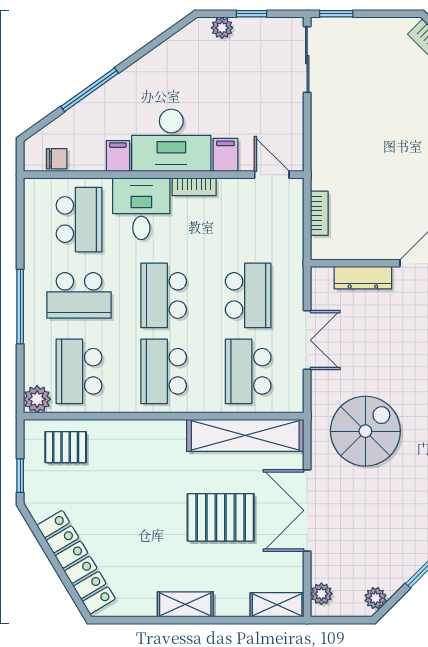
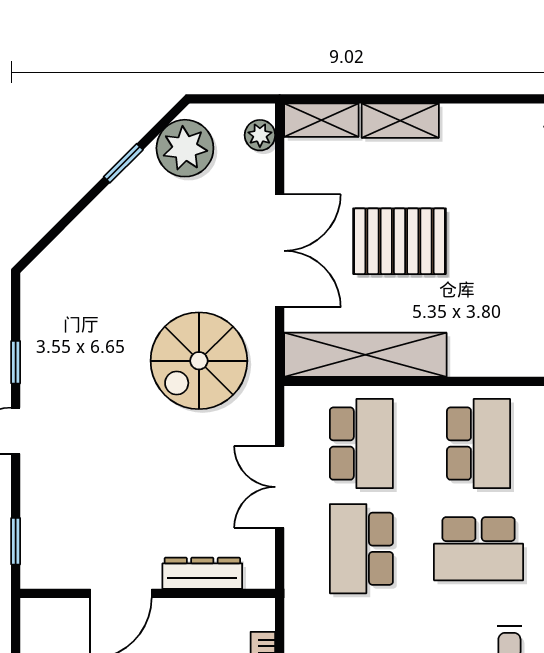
school desk: (164, 295) -> (479, 549), turned 90
plant: (375, 598) -> (185, 148), width x1.88, depth x1.88
shelving: (185, 604) -> (400, 121), moved

